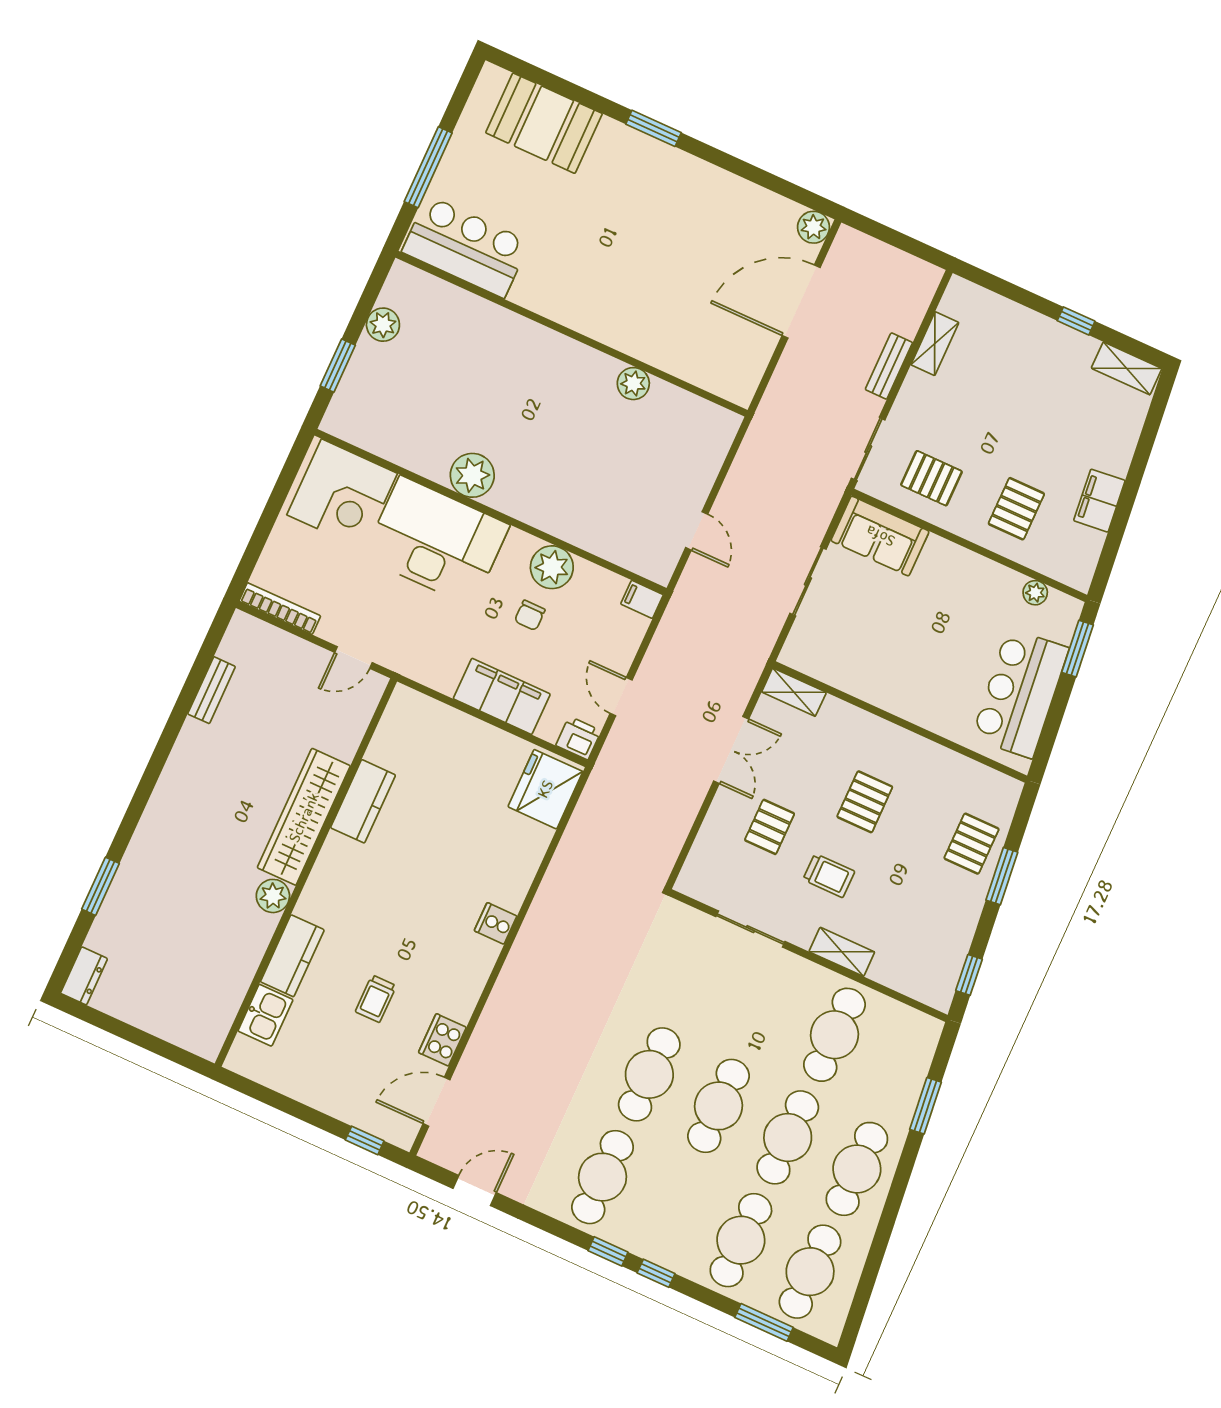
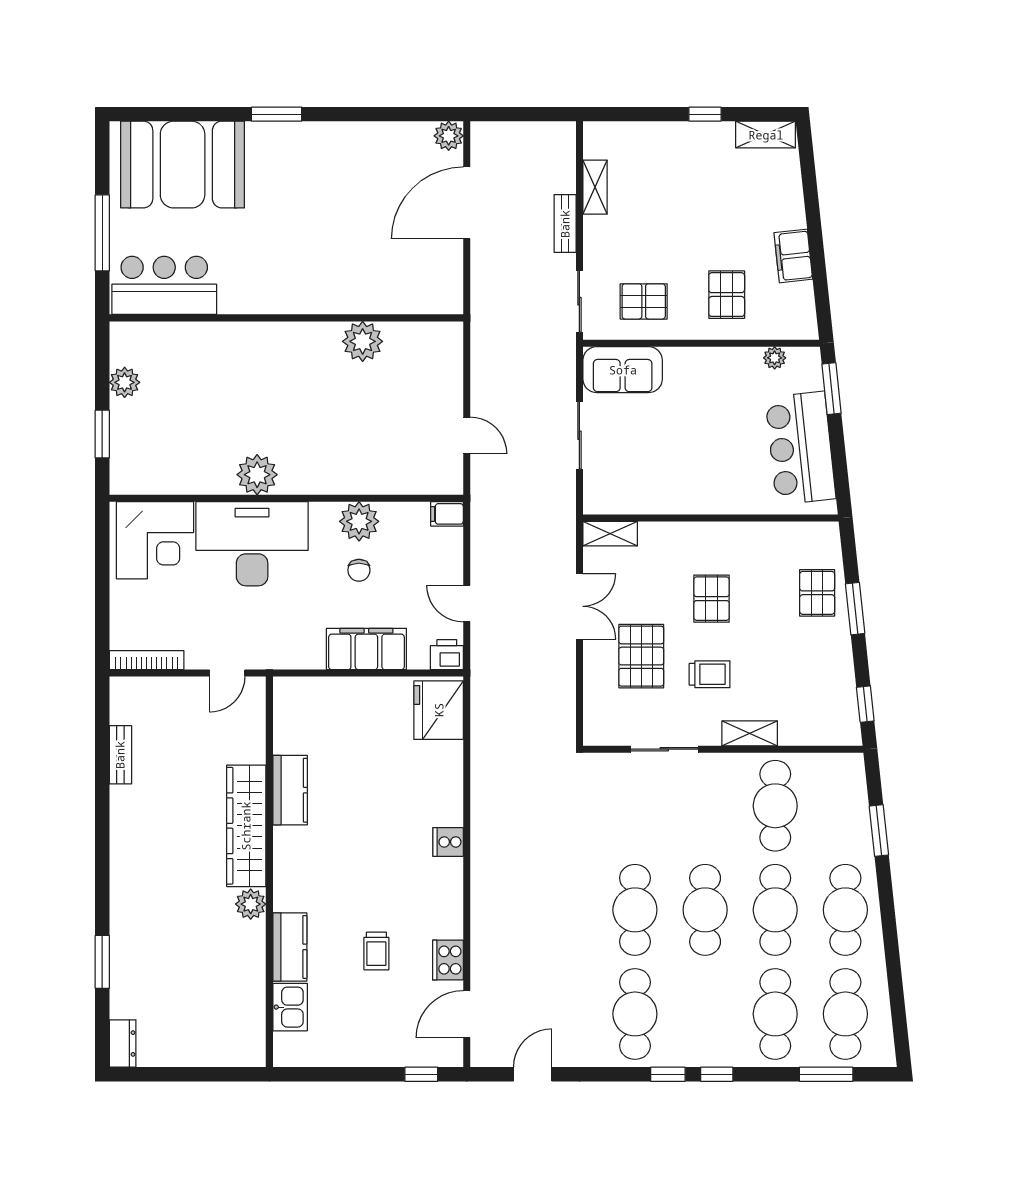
booth: (544, 123) -> (183, 165), width x1.36, depth x1.42
plant: (633, 384) -> (363, 341), width x1.36, depth x1.36
pallet: (770, 827) -> (641, 656), width x1.50, depth x1.42

